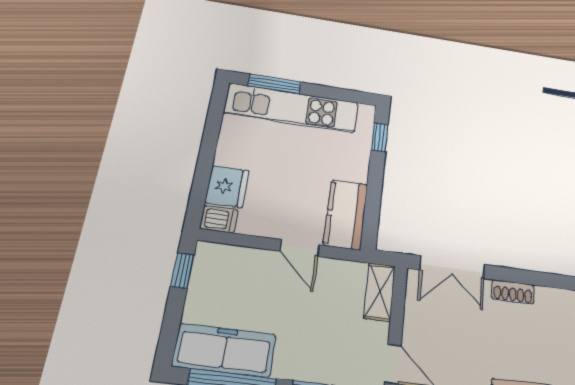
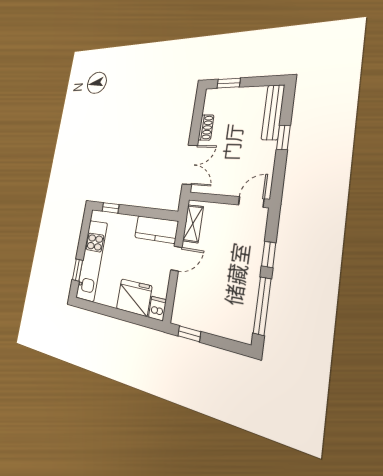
window: (275, 84) -> (77, 270), width x0.67
fridge: (227, 187) -> (134, 297), width x1.36, depth x1.34
shelving: (380, 292) -> (193, 224), moved, turned 90
freezer: (224, 350) -> (241, 310), removed

